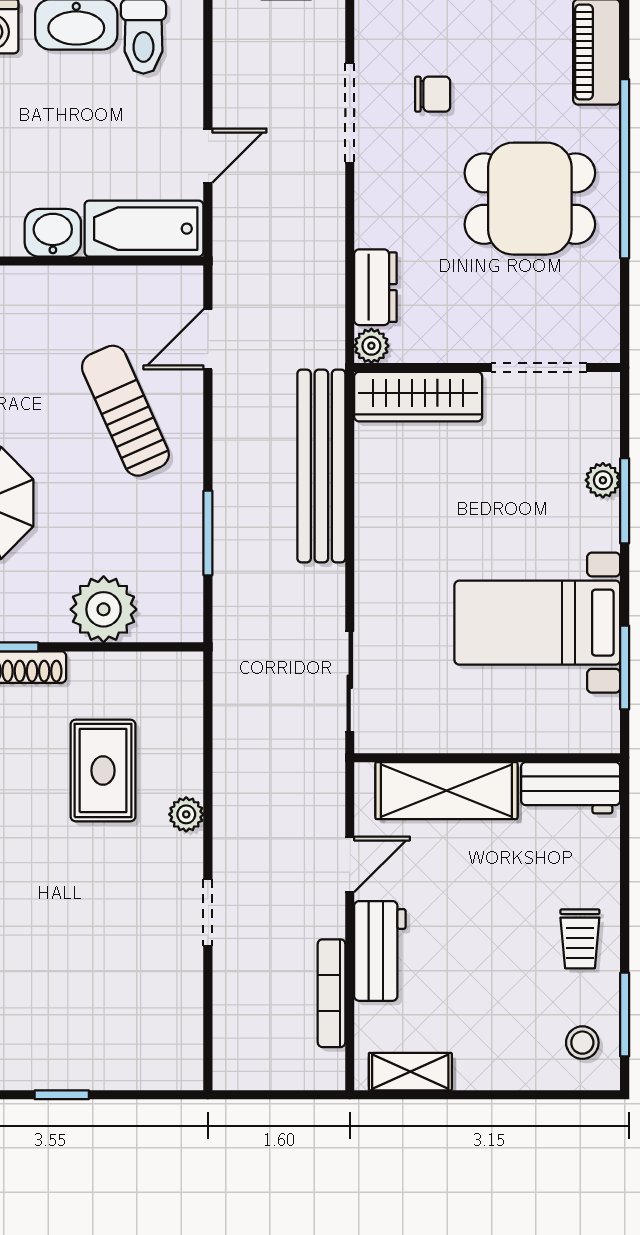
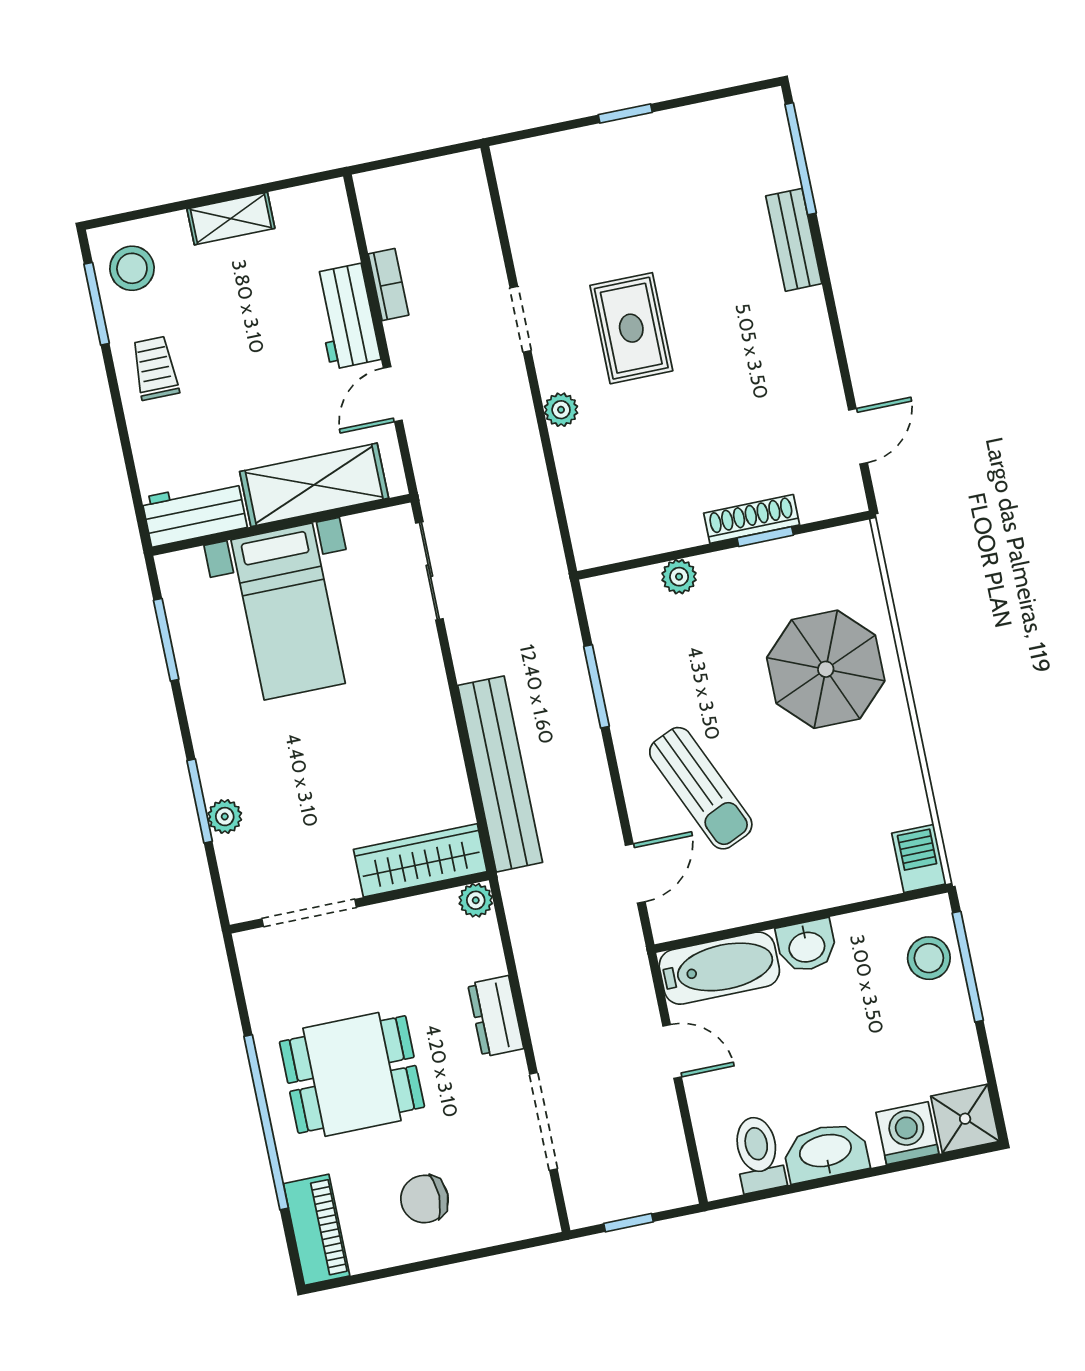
chair: (433, 94) -> (424, 1199), moved, width x1.37, depth x1.37
door: (208, 156) -> (672, 1052), swing flipped
dresser: (375, 287) -> (496, 1016), moved
plant: (104, 609) -> (679, 577), width x0.53, depth x0.53
bed with nightstands: (537, 623) -> (288, 612), moved, turned 90
rug: (103, 770) -> (631, 328), moved
bookcase: (331, 993) -> (388, 285), width x0.64
stool: (582, 1043) -> (132, 268), width x1.37, depth x1.37
shelving: (410, 1072) -> (231, 219), moved

